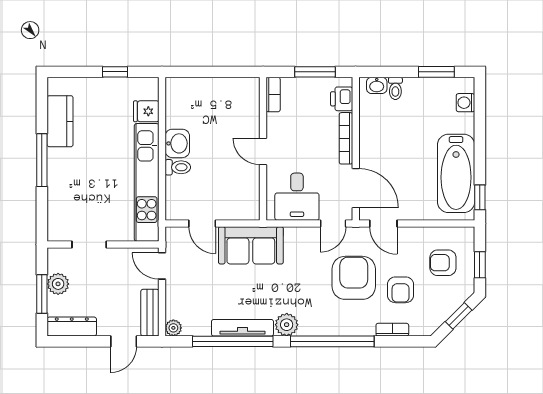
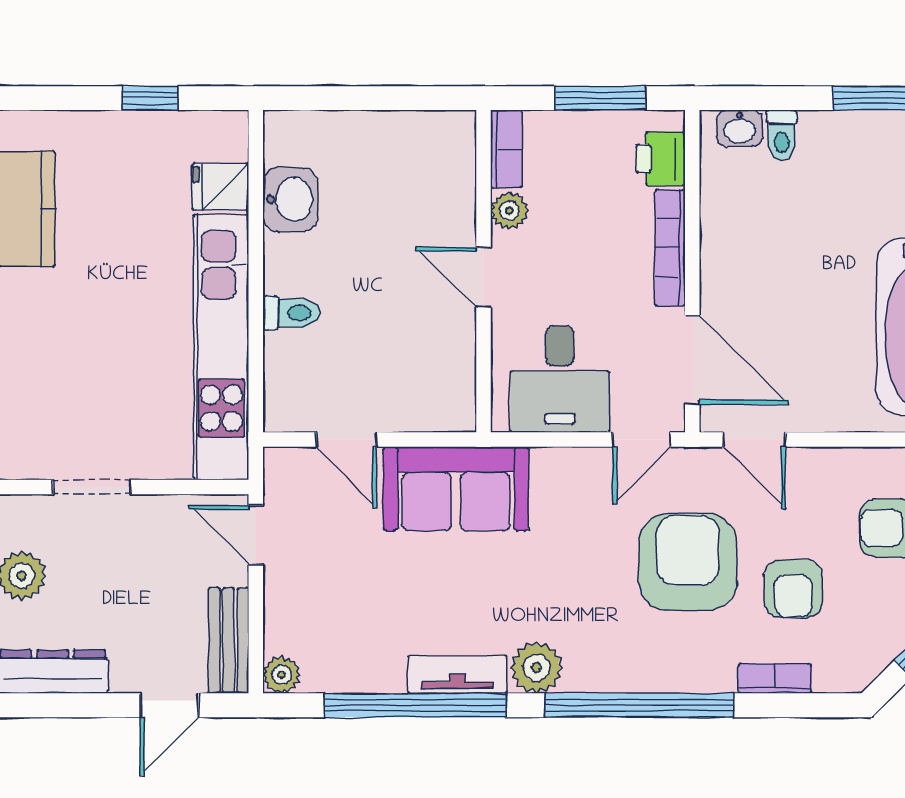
plant: (275, 122) -> (509, 211), added
washbasin: (177, 143) -> (290, 199), moved
tv unit: (242, 328) -> (457, 674), width x0.71

